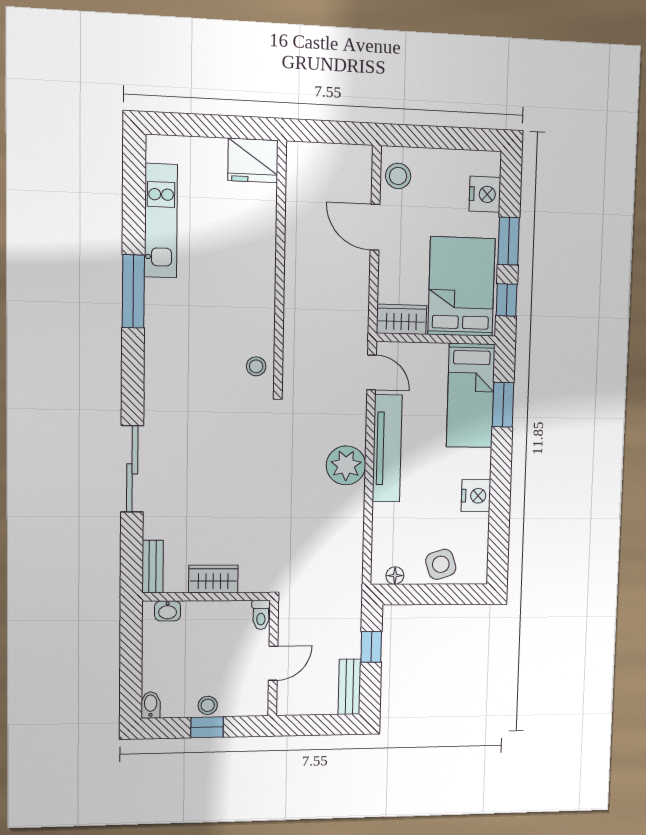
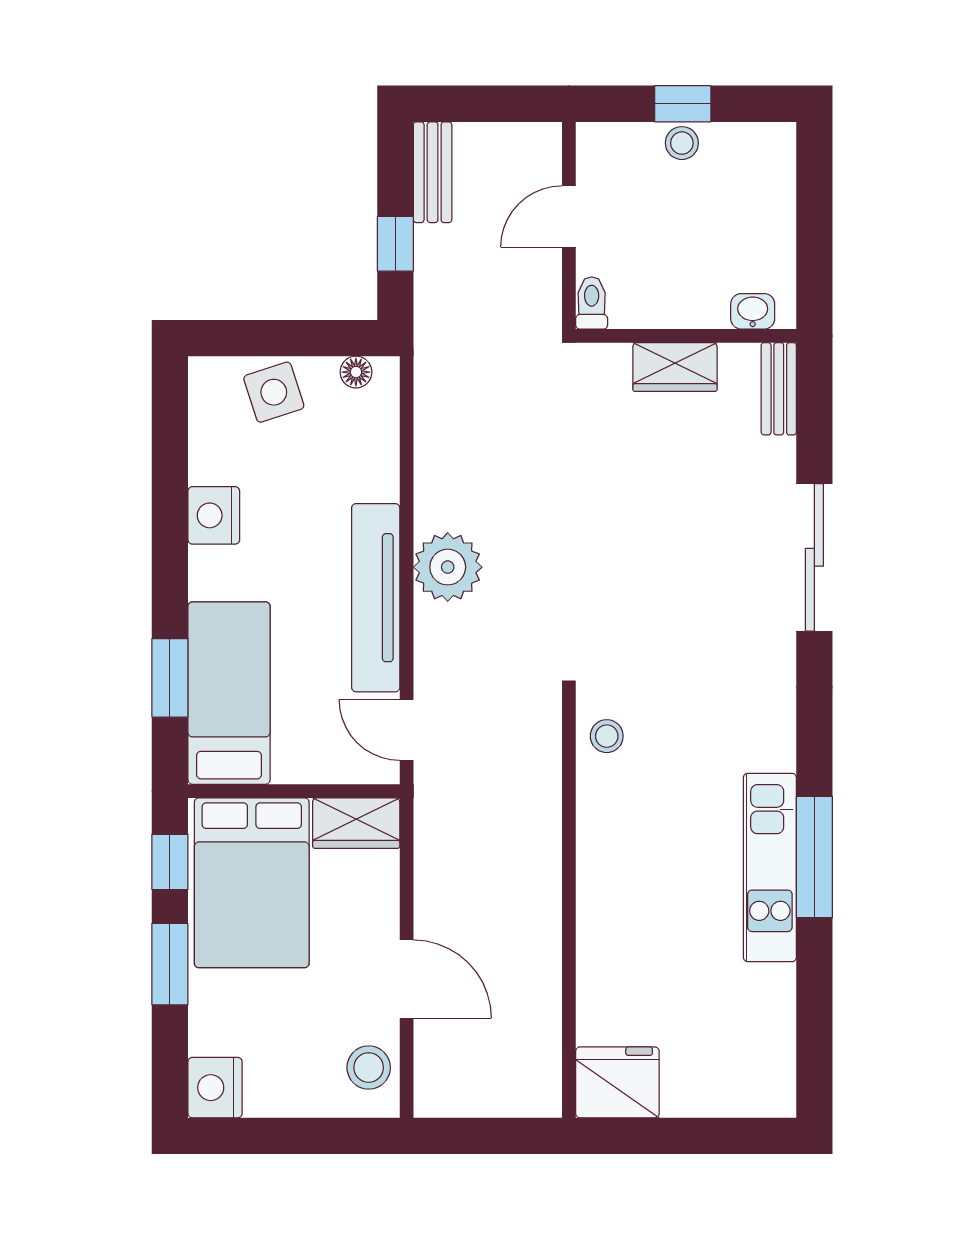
nightstand: (485, 194) -> (215, 1088), moved
kitchen unit: (161, 221) -> (770, 868), moved
bidet: (151, 705) -> (780, 146), removed

